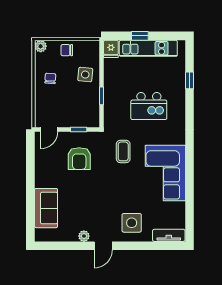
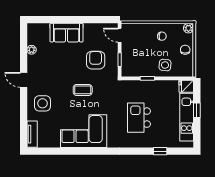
coffee table: (123, 151) -> (83, 90), moved
armchair: (79, 159) -> (96, 60), turned 90
sofa: (46, 208) -> (66, 33), moved
plant: (84, 236) -> (32, 50), moved

